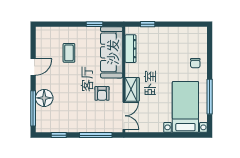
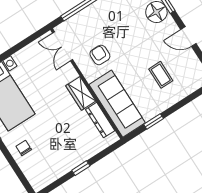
window: (148, 24) -> (81, 168), moved
door: (33, 67) -> (188, 37), hinge flipped
wardrobe: (132, 89) -> (81, 93), moved

